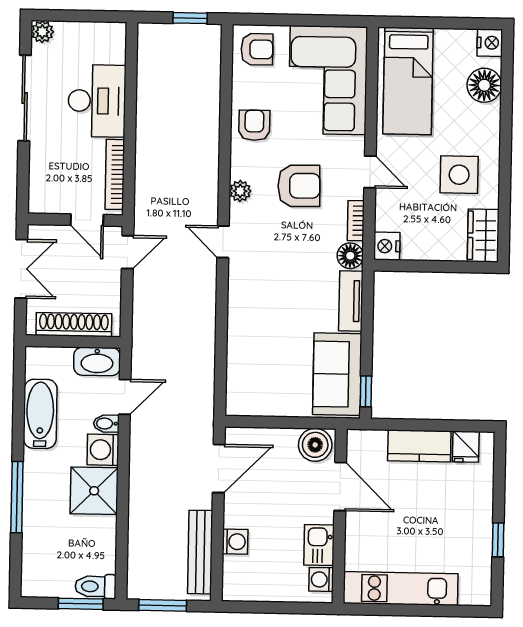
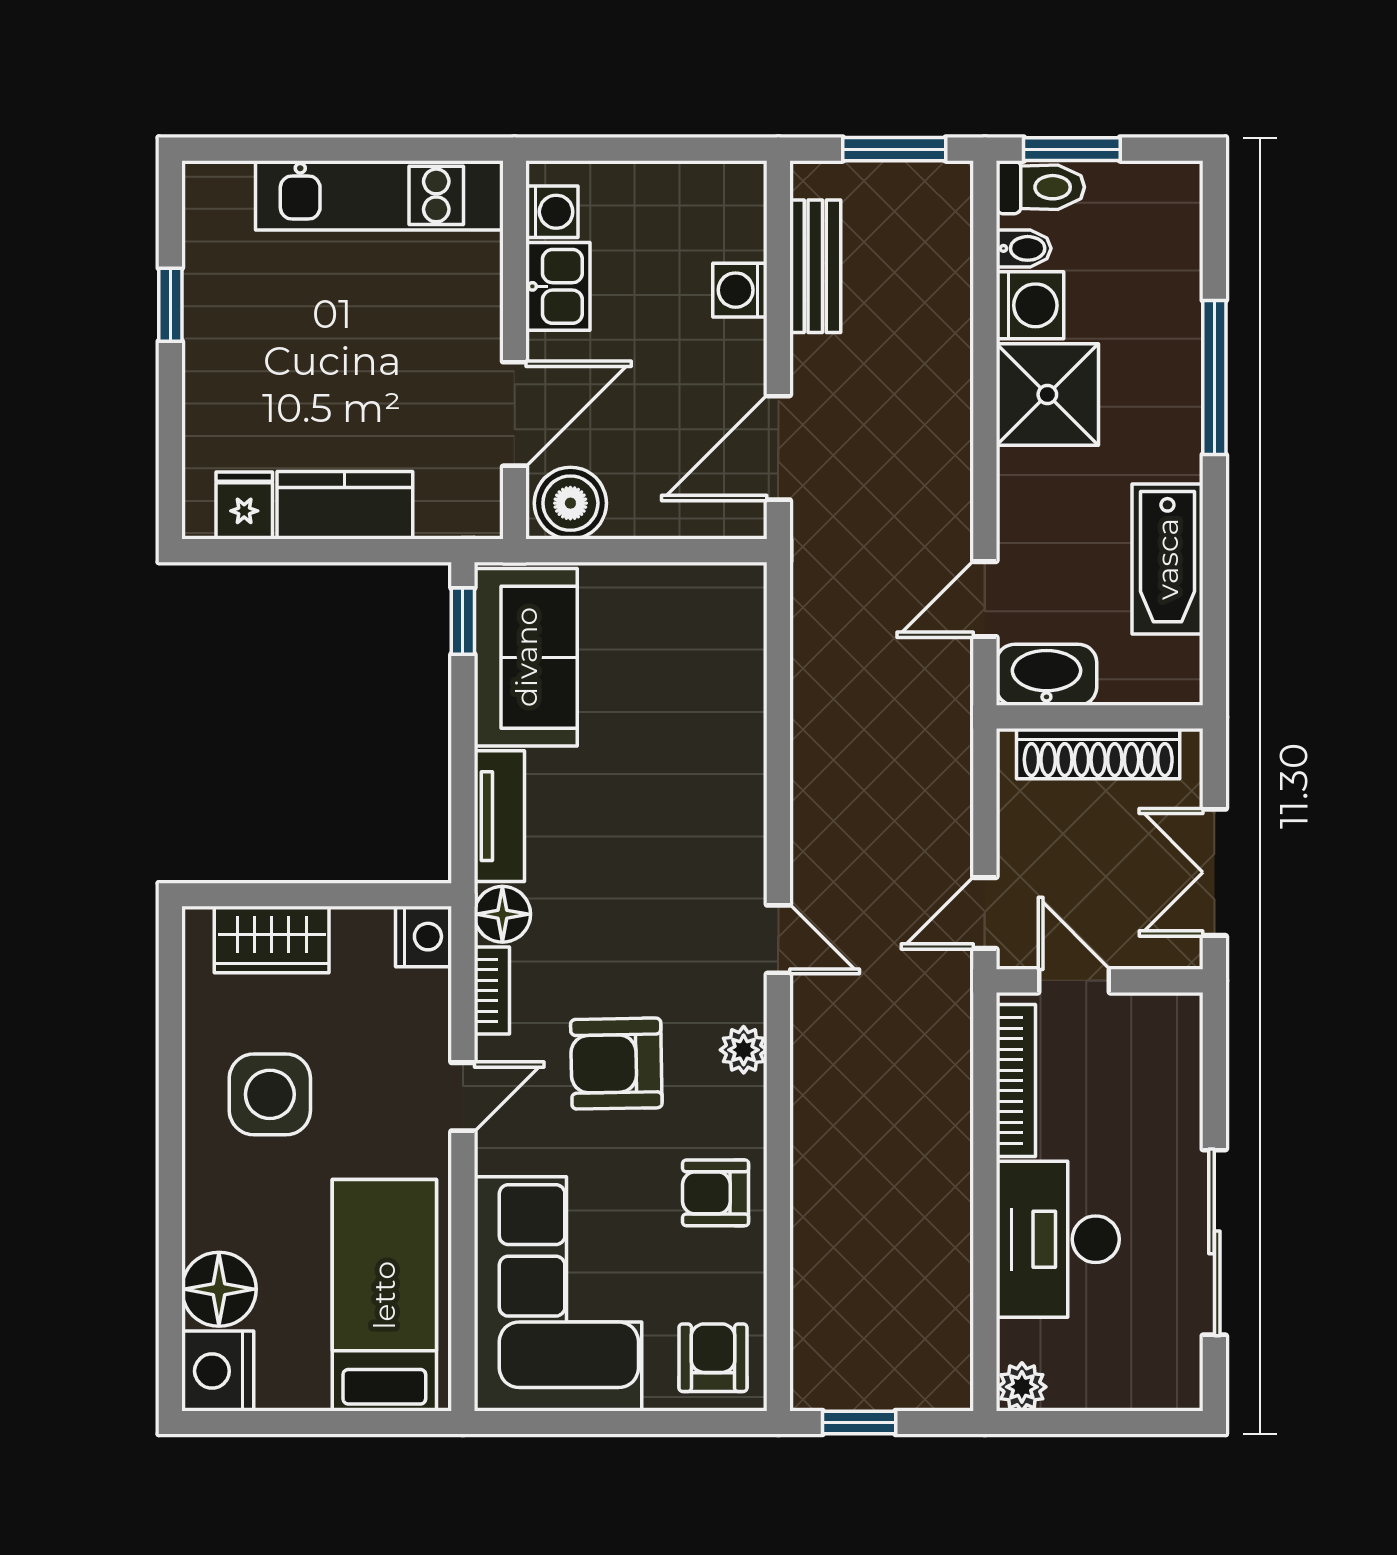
plant: (42, 32) -> (1022, 1387), moved
nightstand: (490, 43) -> (218, 1371), width x1.36, depth x1.33
armchair: (257, 49) -> (713, 1358), turned 90
armchair: (254, 125) -> (716, 1193), turned 90
door: (370, 172) -> (463, 1097), swing flipped
wardrobe: (483, 236) -> (272, 939), moved, turned 90
bidet: (106, 424) -> (1024, 248), moved
washing machine: (103, 450) -> (1030, 305), moved
door: (340, 487) -> (515, 414), swing flipped
bench: (200, 552) -> (815, 266), width x0.73

